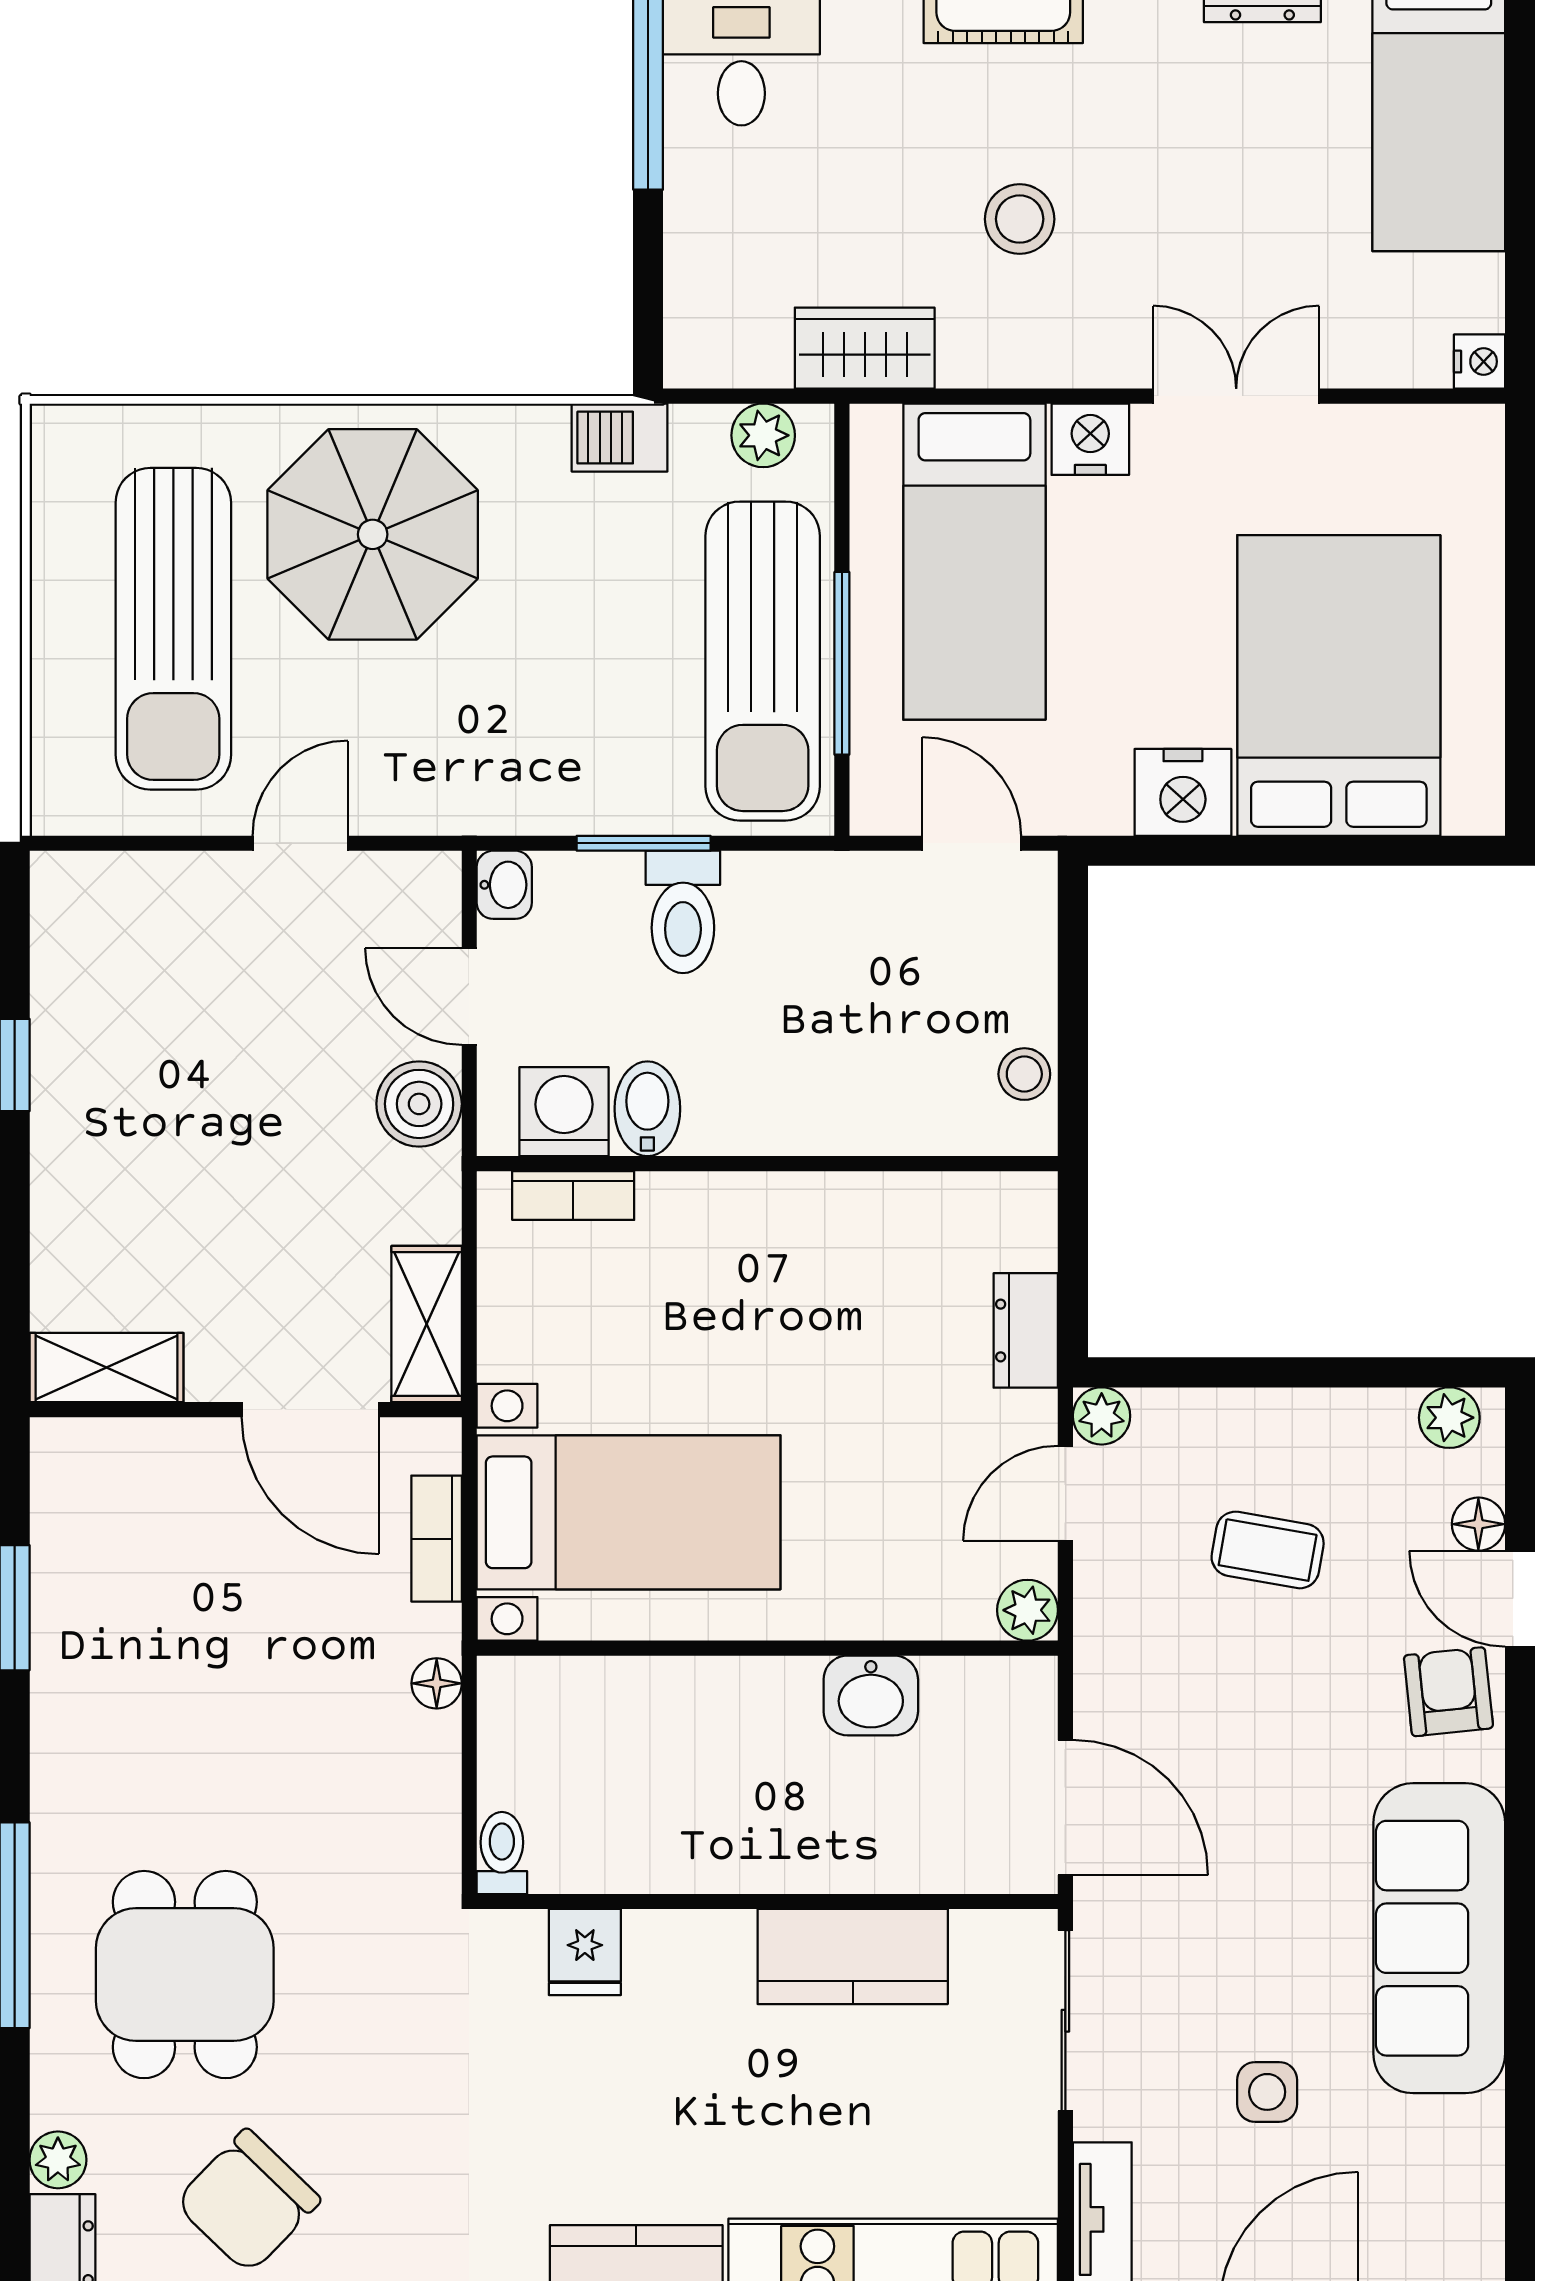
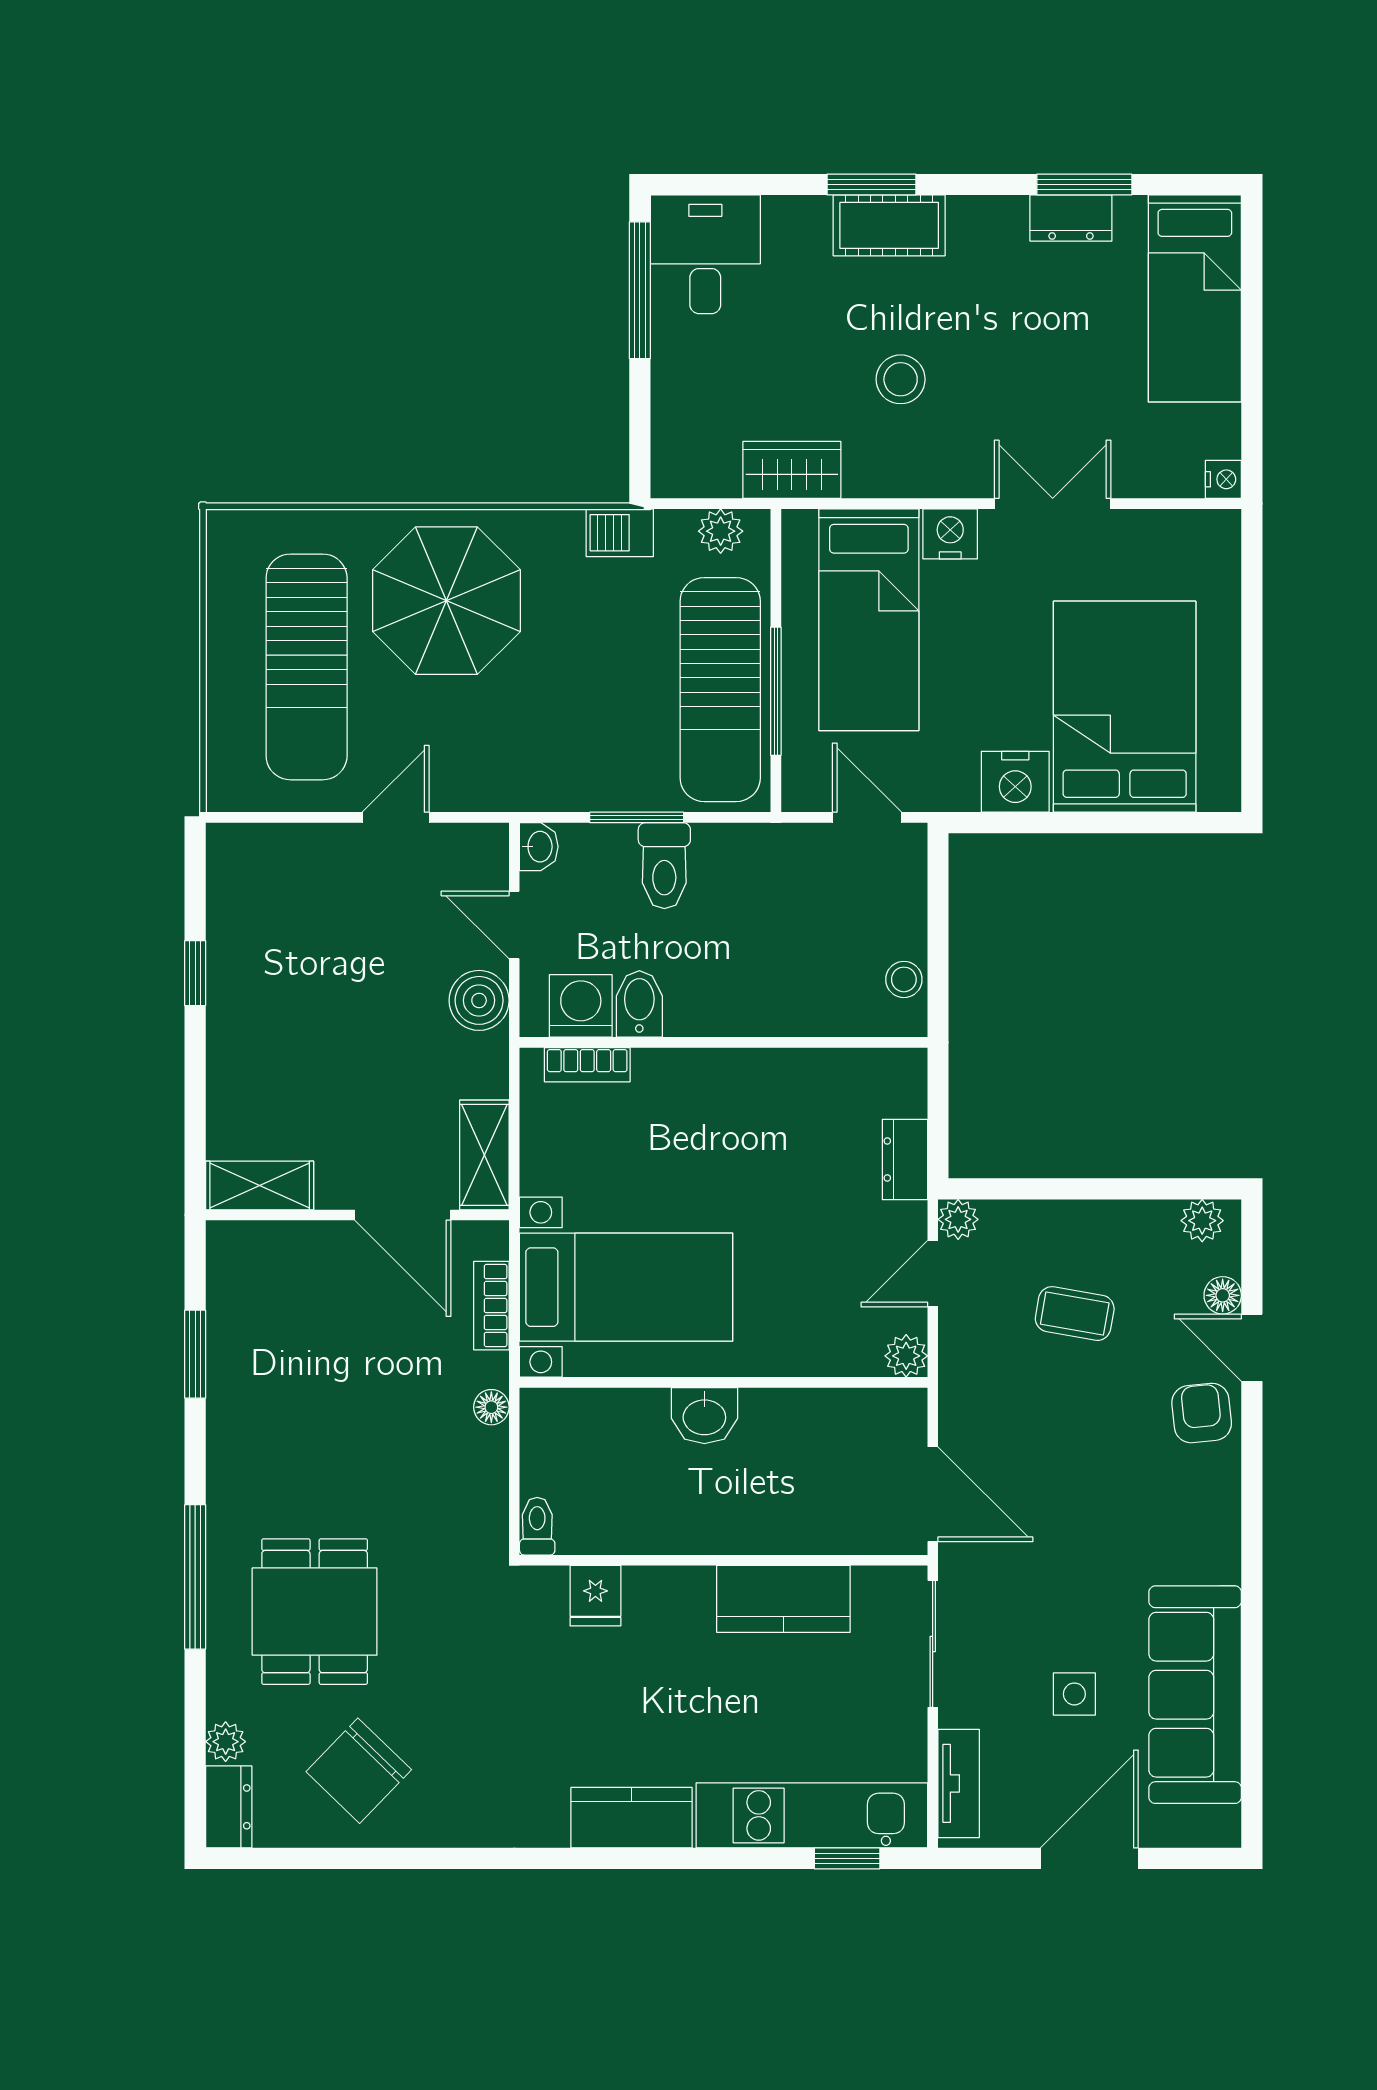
washbasin: (871, 1695) -> (704, 1416), moved
sofa: (1439, 1938) -> (1195, 1695), moved

